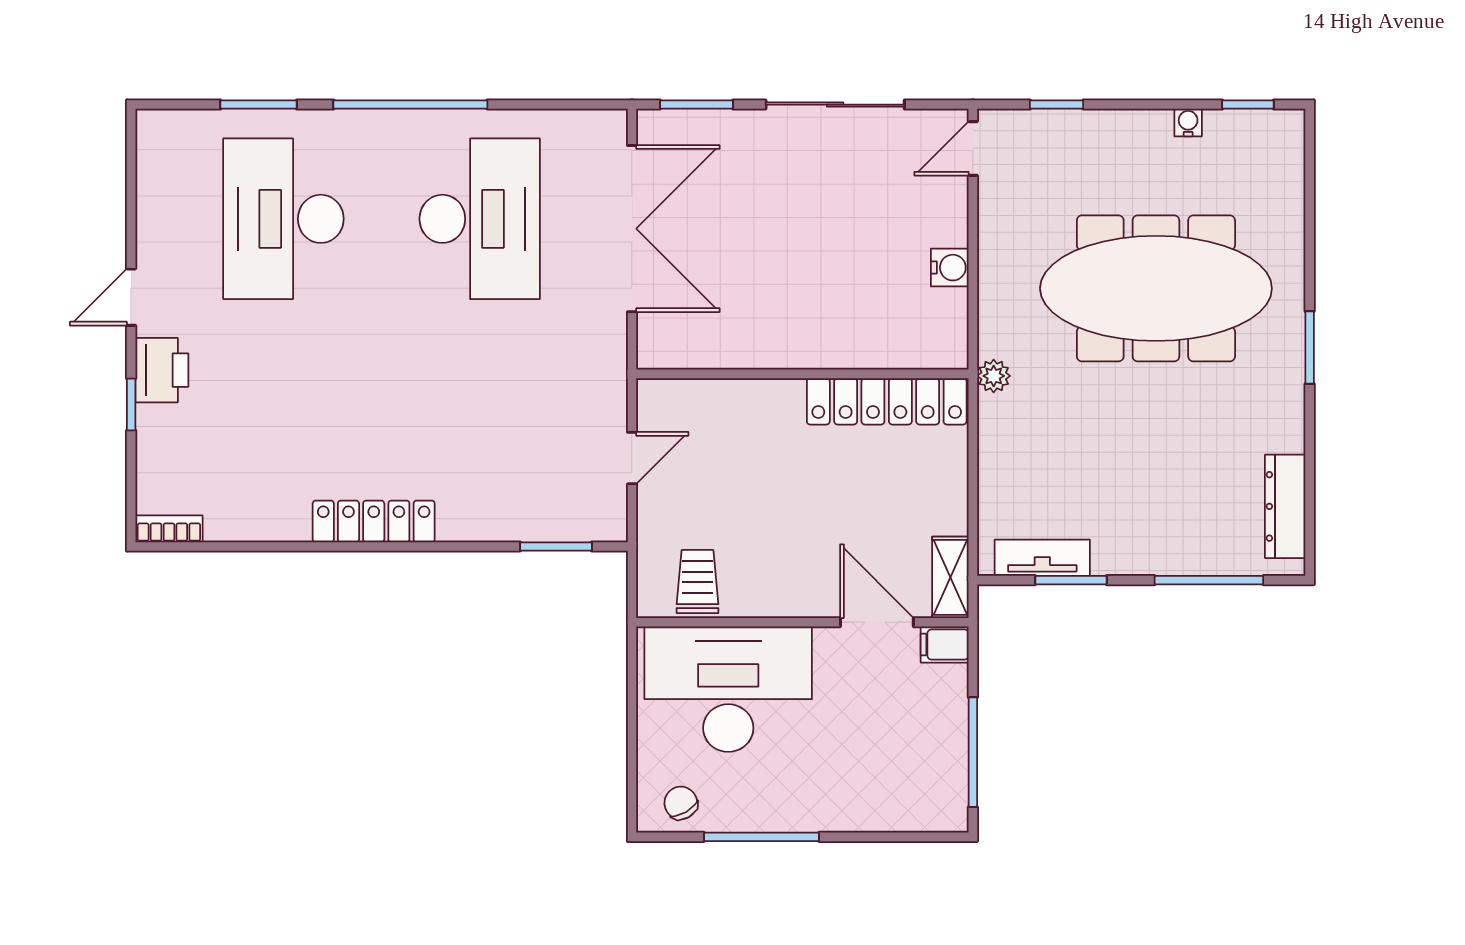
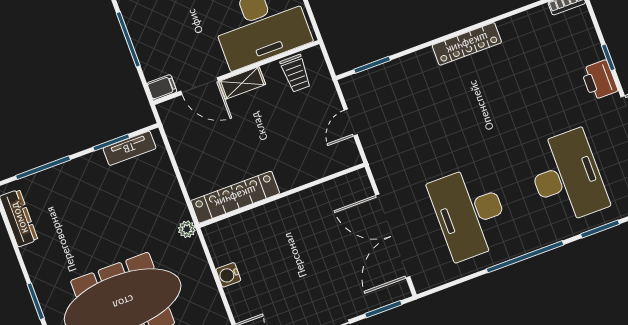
shelving: (950, 577) -> (242, 83), moved, turned 90

